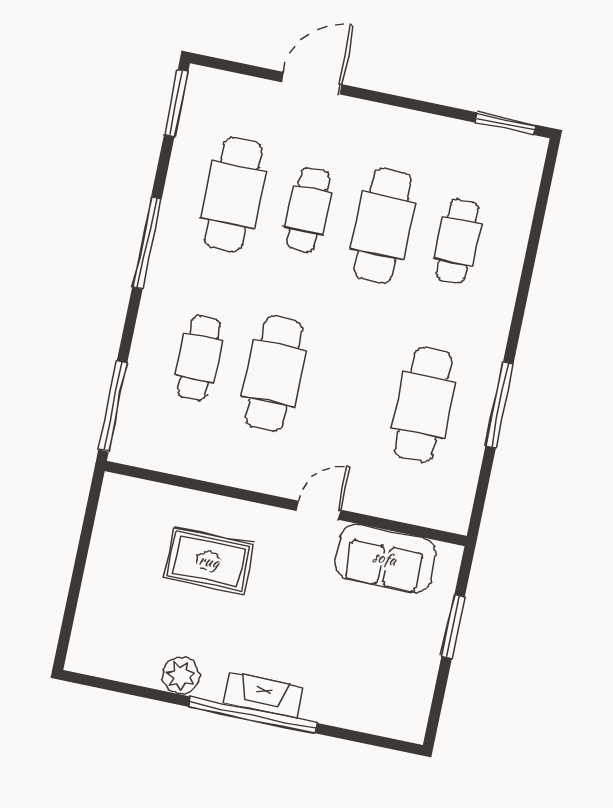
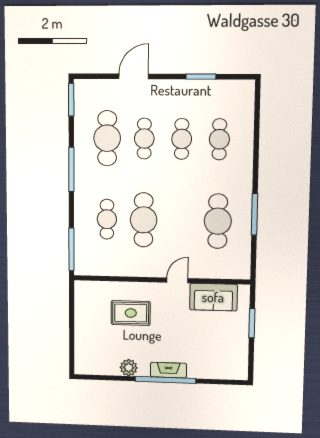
window: (505, 124) -> (201, 77), moved
cafe table: (383, 226) -> (182, 139), width x0.73, depth x0.74

